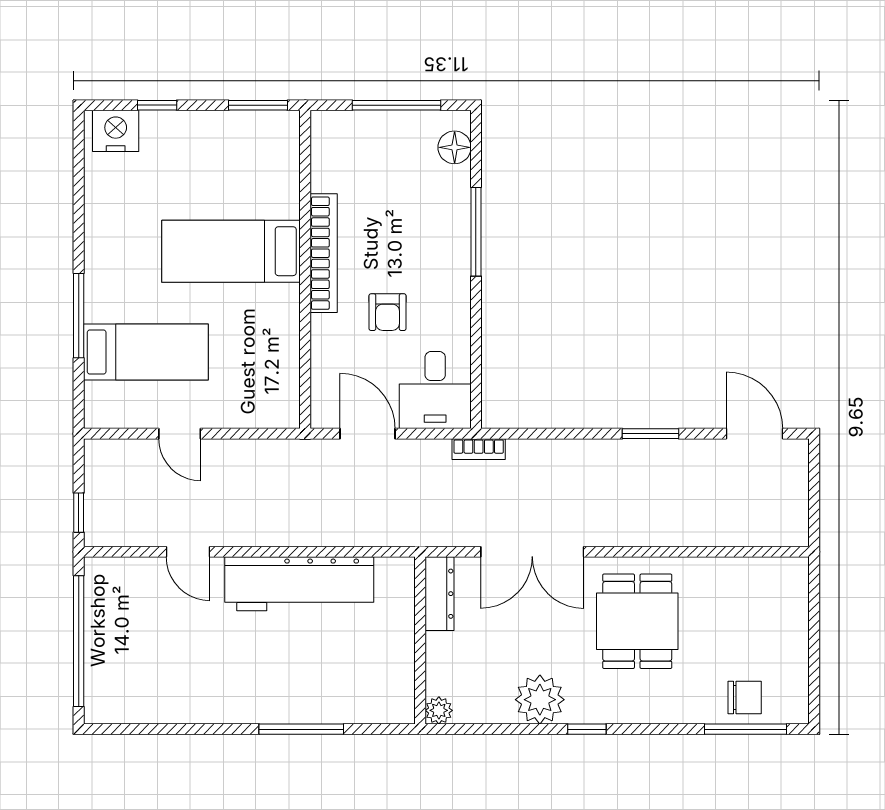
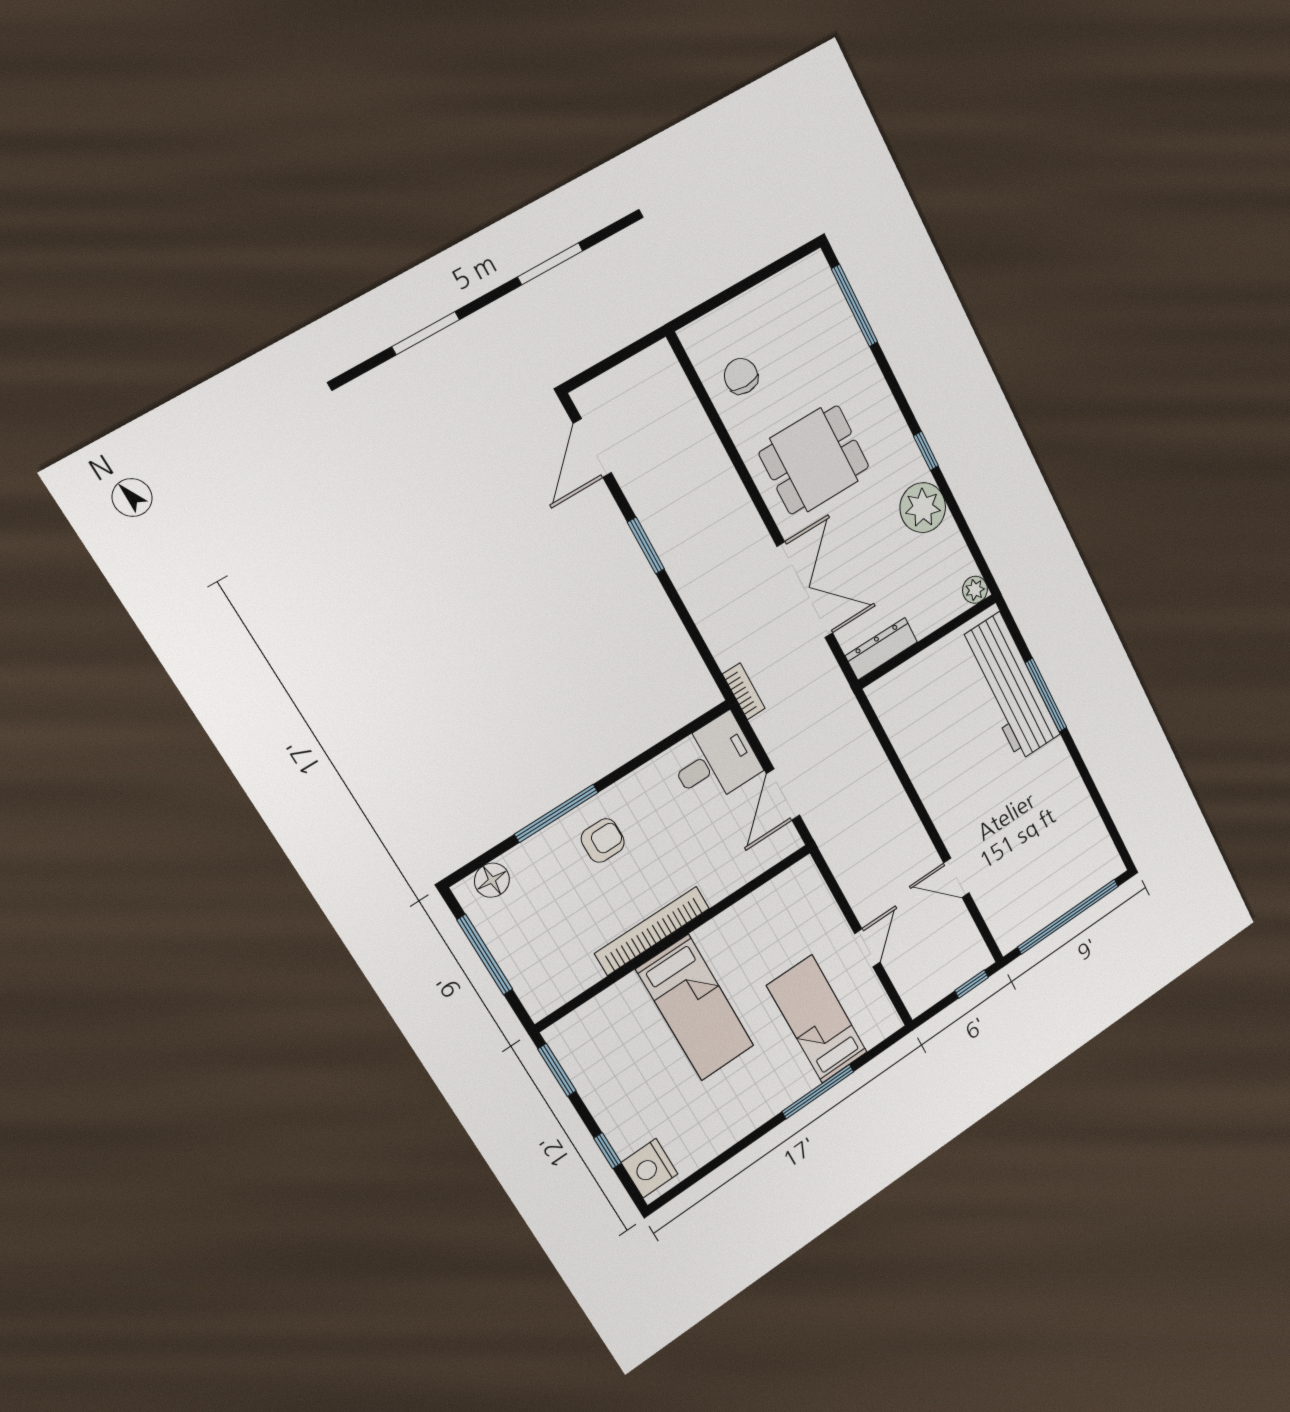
armchair: (388, 312) -> (603, 841), moved
door: (188, 552) -> (956, 878), swing flipped
workbench: (299, 584) -> (1009, 687), moved, turned 180
chair: (745, 697) -> (741, 376), moved

